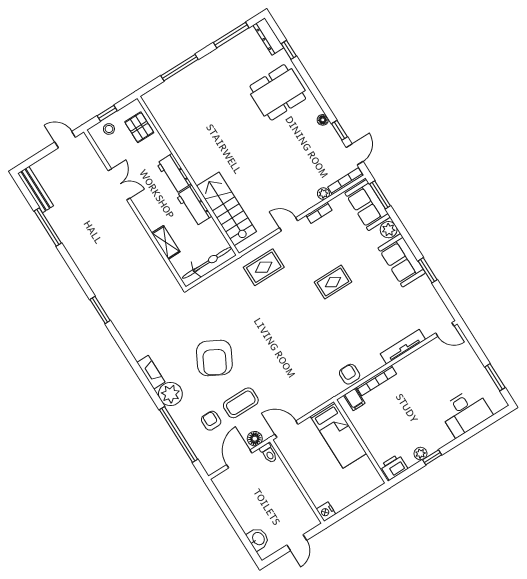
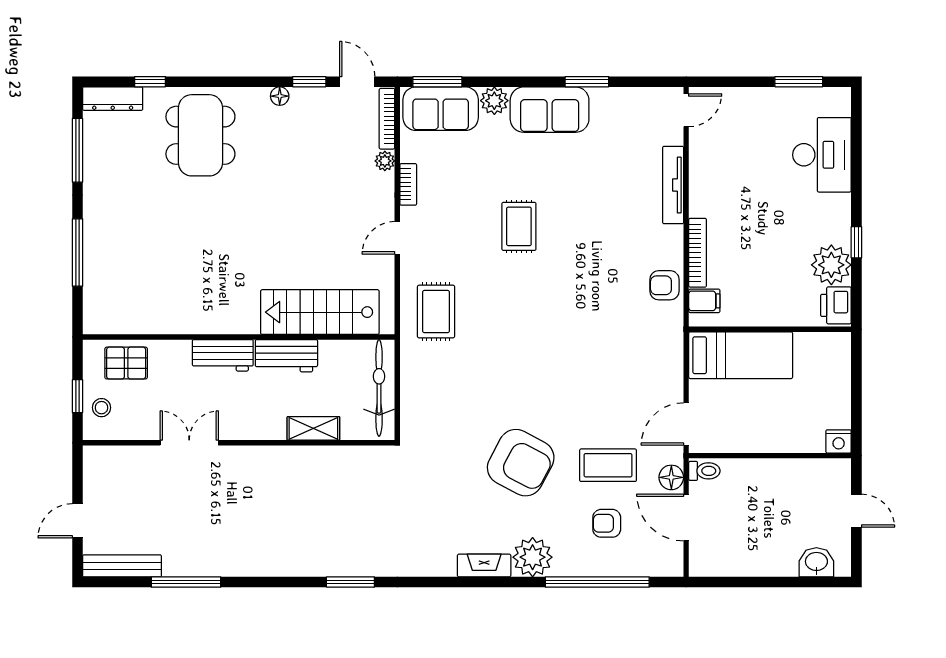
door: (65, 140) -> (78, 521), moved
coffee table: (241, 403) -> (608, 465), turned 90
plant: (421, 454) -> (831, 265), width x1.88, depth x1.88

